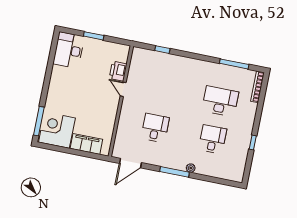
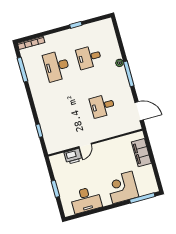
desk: (69, 50) -> (86, 200), moved
corner desk: (57, 130) -> (122, 187), moved, turned 90

